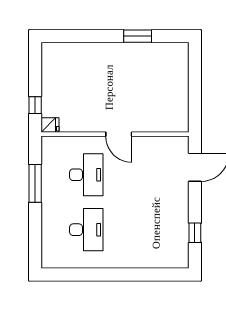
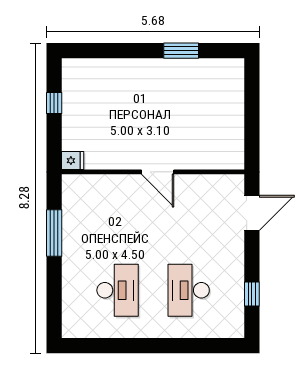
window: (35, 105) -> (54, 103), moved
desk: (86, 175) -> (189, 290), moved, turned 180

